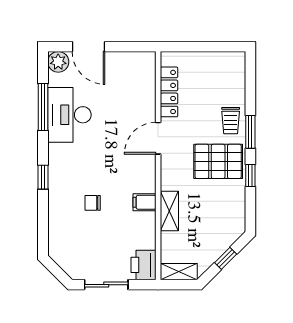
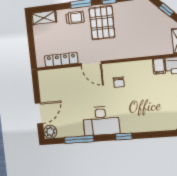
desk: (69, 115) -> (101, 121), moved
filing cabinet: (144, 202) -> (159, 66), moved
chair: (93, 203) -> (119, 82), moved
shelving: (169, 211) -> (44, 18), moved

